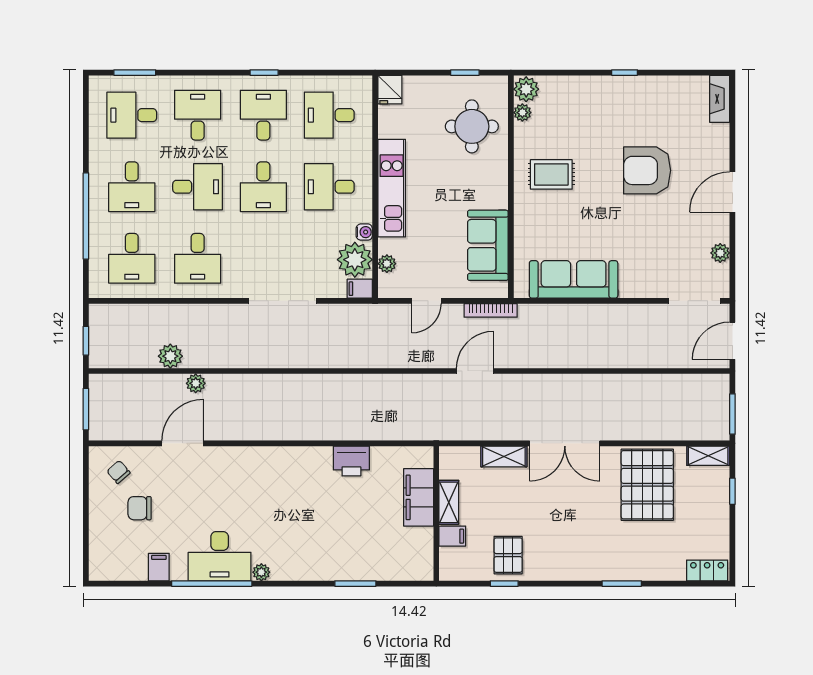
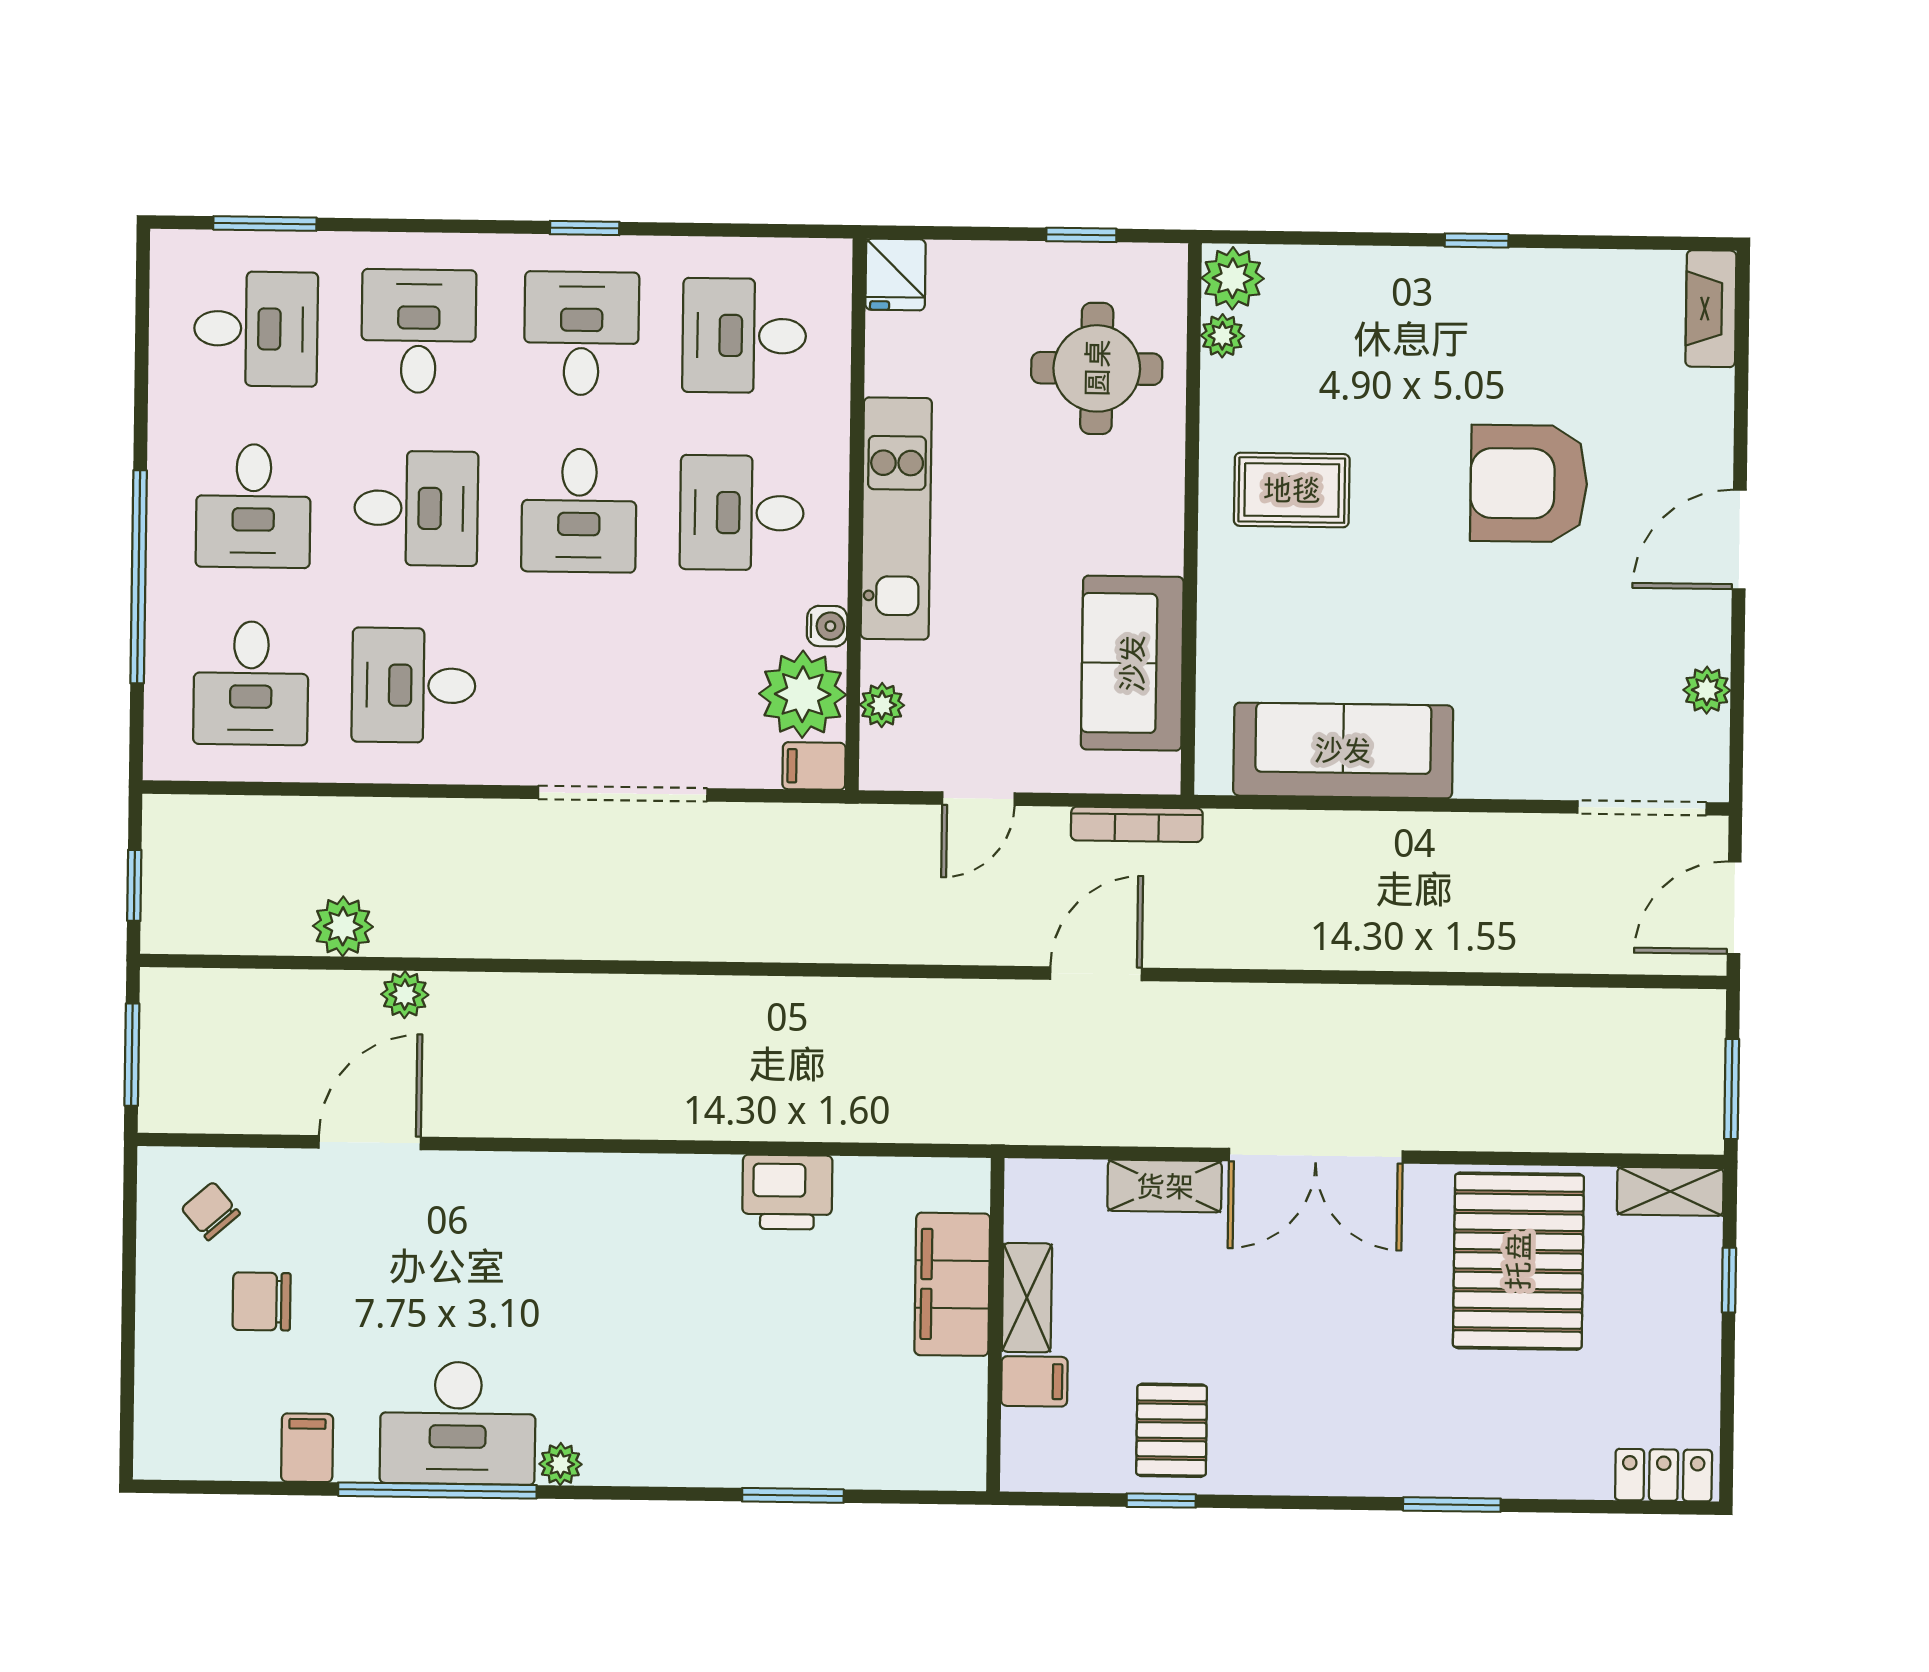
desk: (132, 115) -> (256, 329), turned 180
desk: (198, 258) -> (414, 685), turned 90

